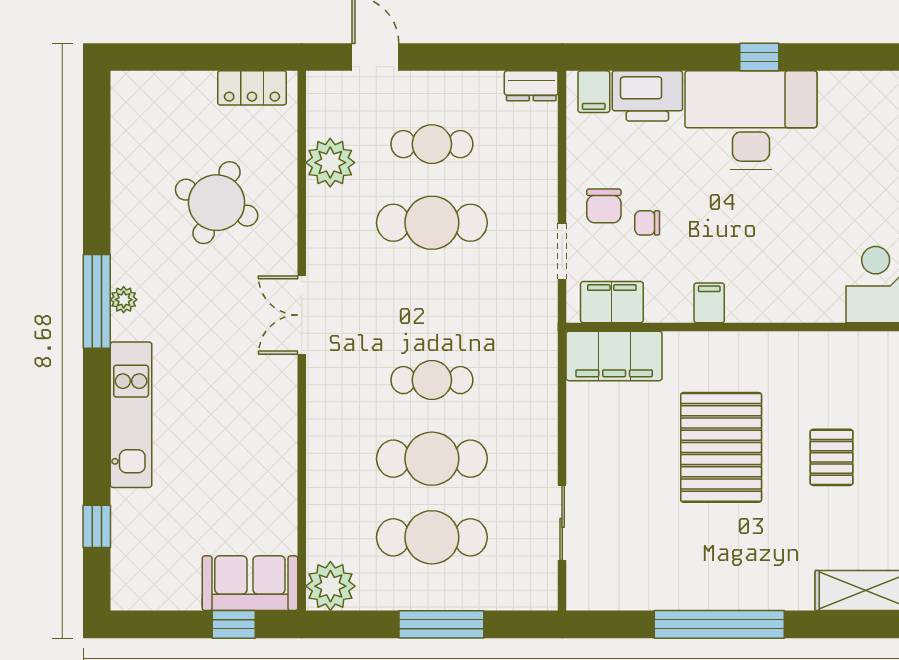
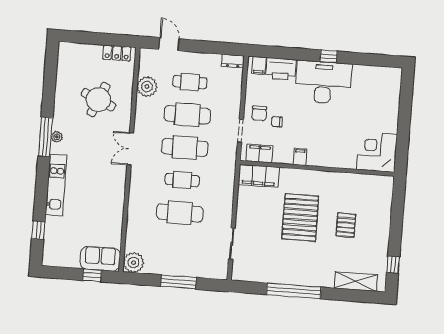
cafe table: (432, 537) -> (185, 147), moved

